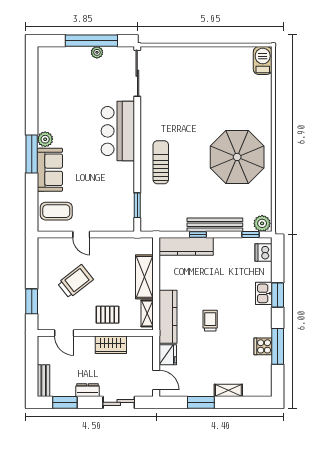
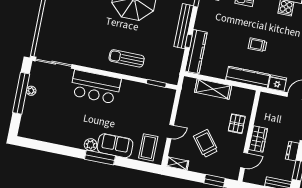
shelving: (147, 313) -> (177, 163), moved
wardrobe: (111, 345) -> (258, 139), moved

